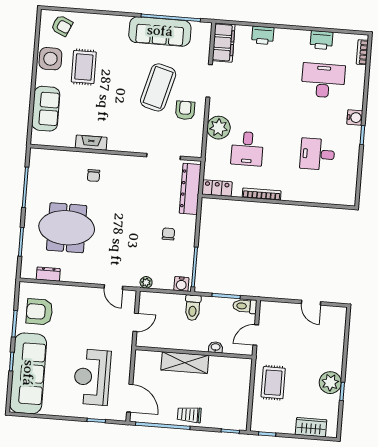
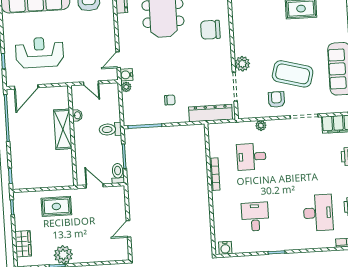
armchair: (185, 110) -> (276, 100), turned -90
water cooler: (355, 117) -> (225, 248), moved
plant: (219, 128) -> (261, 126), width x0.53, depth x0.53
fireplace: (91, 143) -> (238, 24), removed
plant: (138, 144) -> (242, 64), added
chair: (94, 175) -> (210, 30), width x1.87, depth x1.87
locker: (217, 188) -> (214, 136), removed
water cooler: (181, 284) -> (126, 75), moved
washbasin: (216, 347) -> (77, 115), moved
trolley: (189, 415) -> (19, 139), removed

